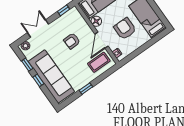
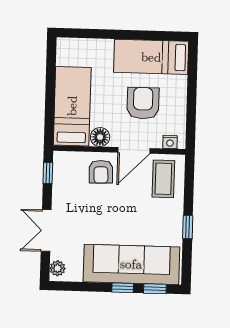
armchair: (125, 29) -> (143, 103), turned 90
door: (101, 40) -> (134, 150), hinge flipped
armchair: (72, 41) -> (101, 172), moved
window: (27, 65) -> (155, 289), moved

